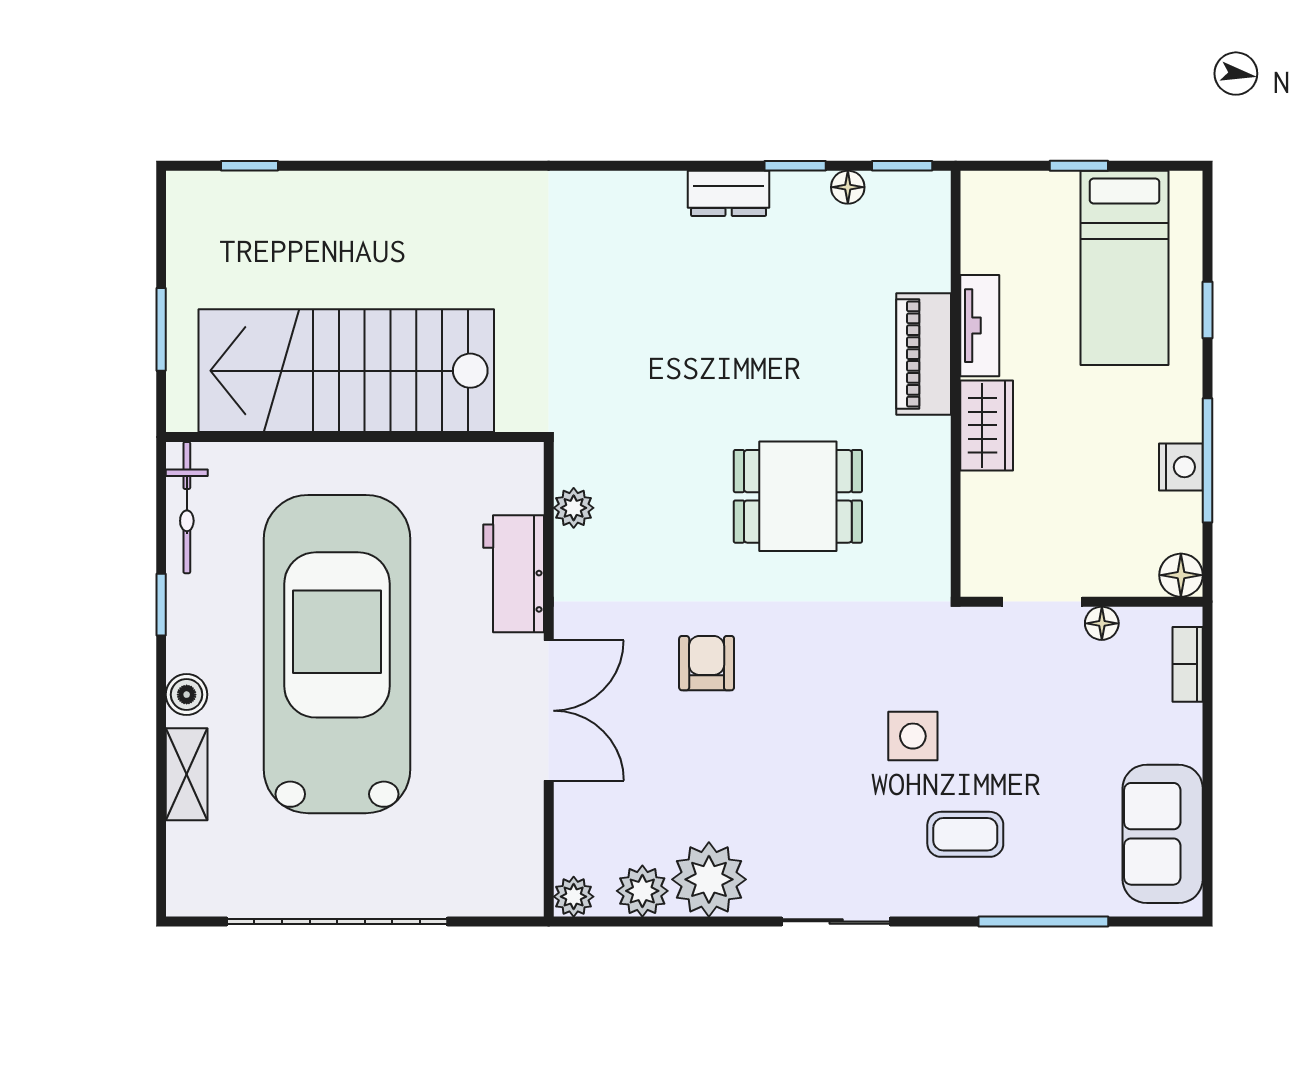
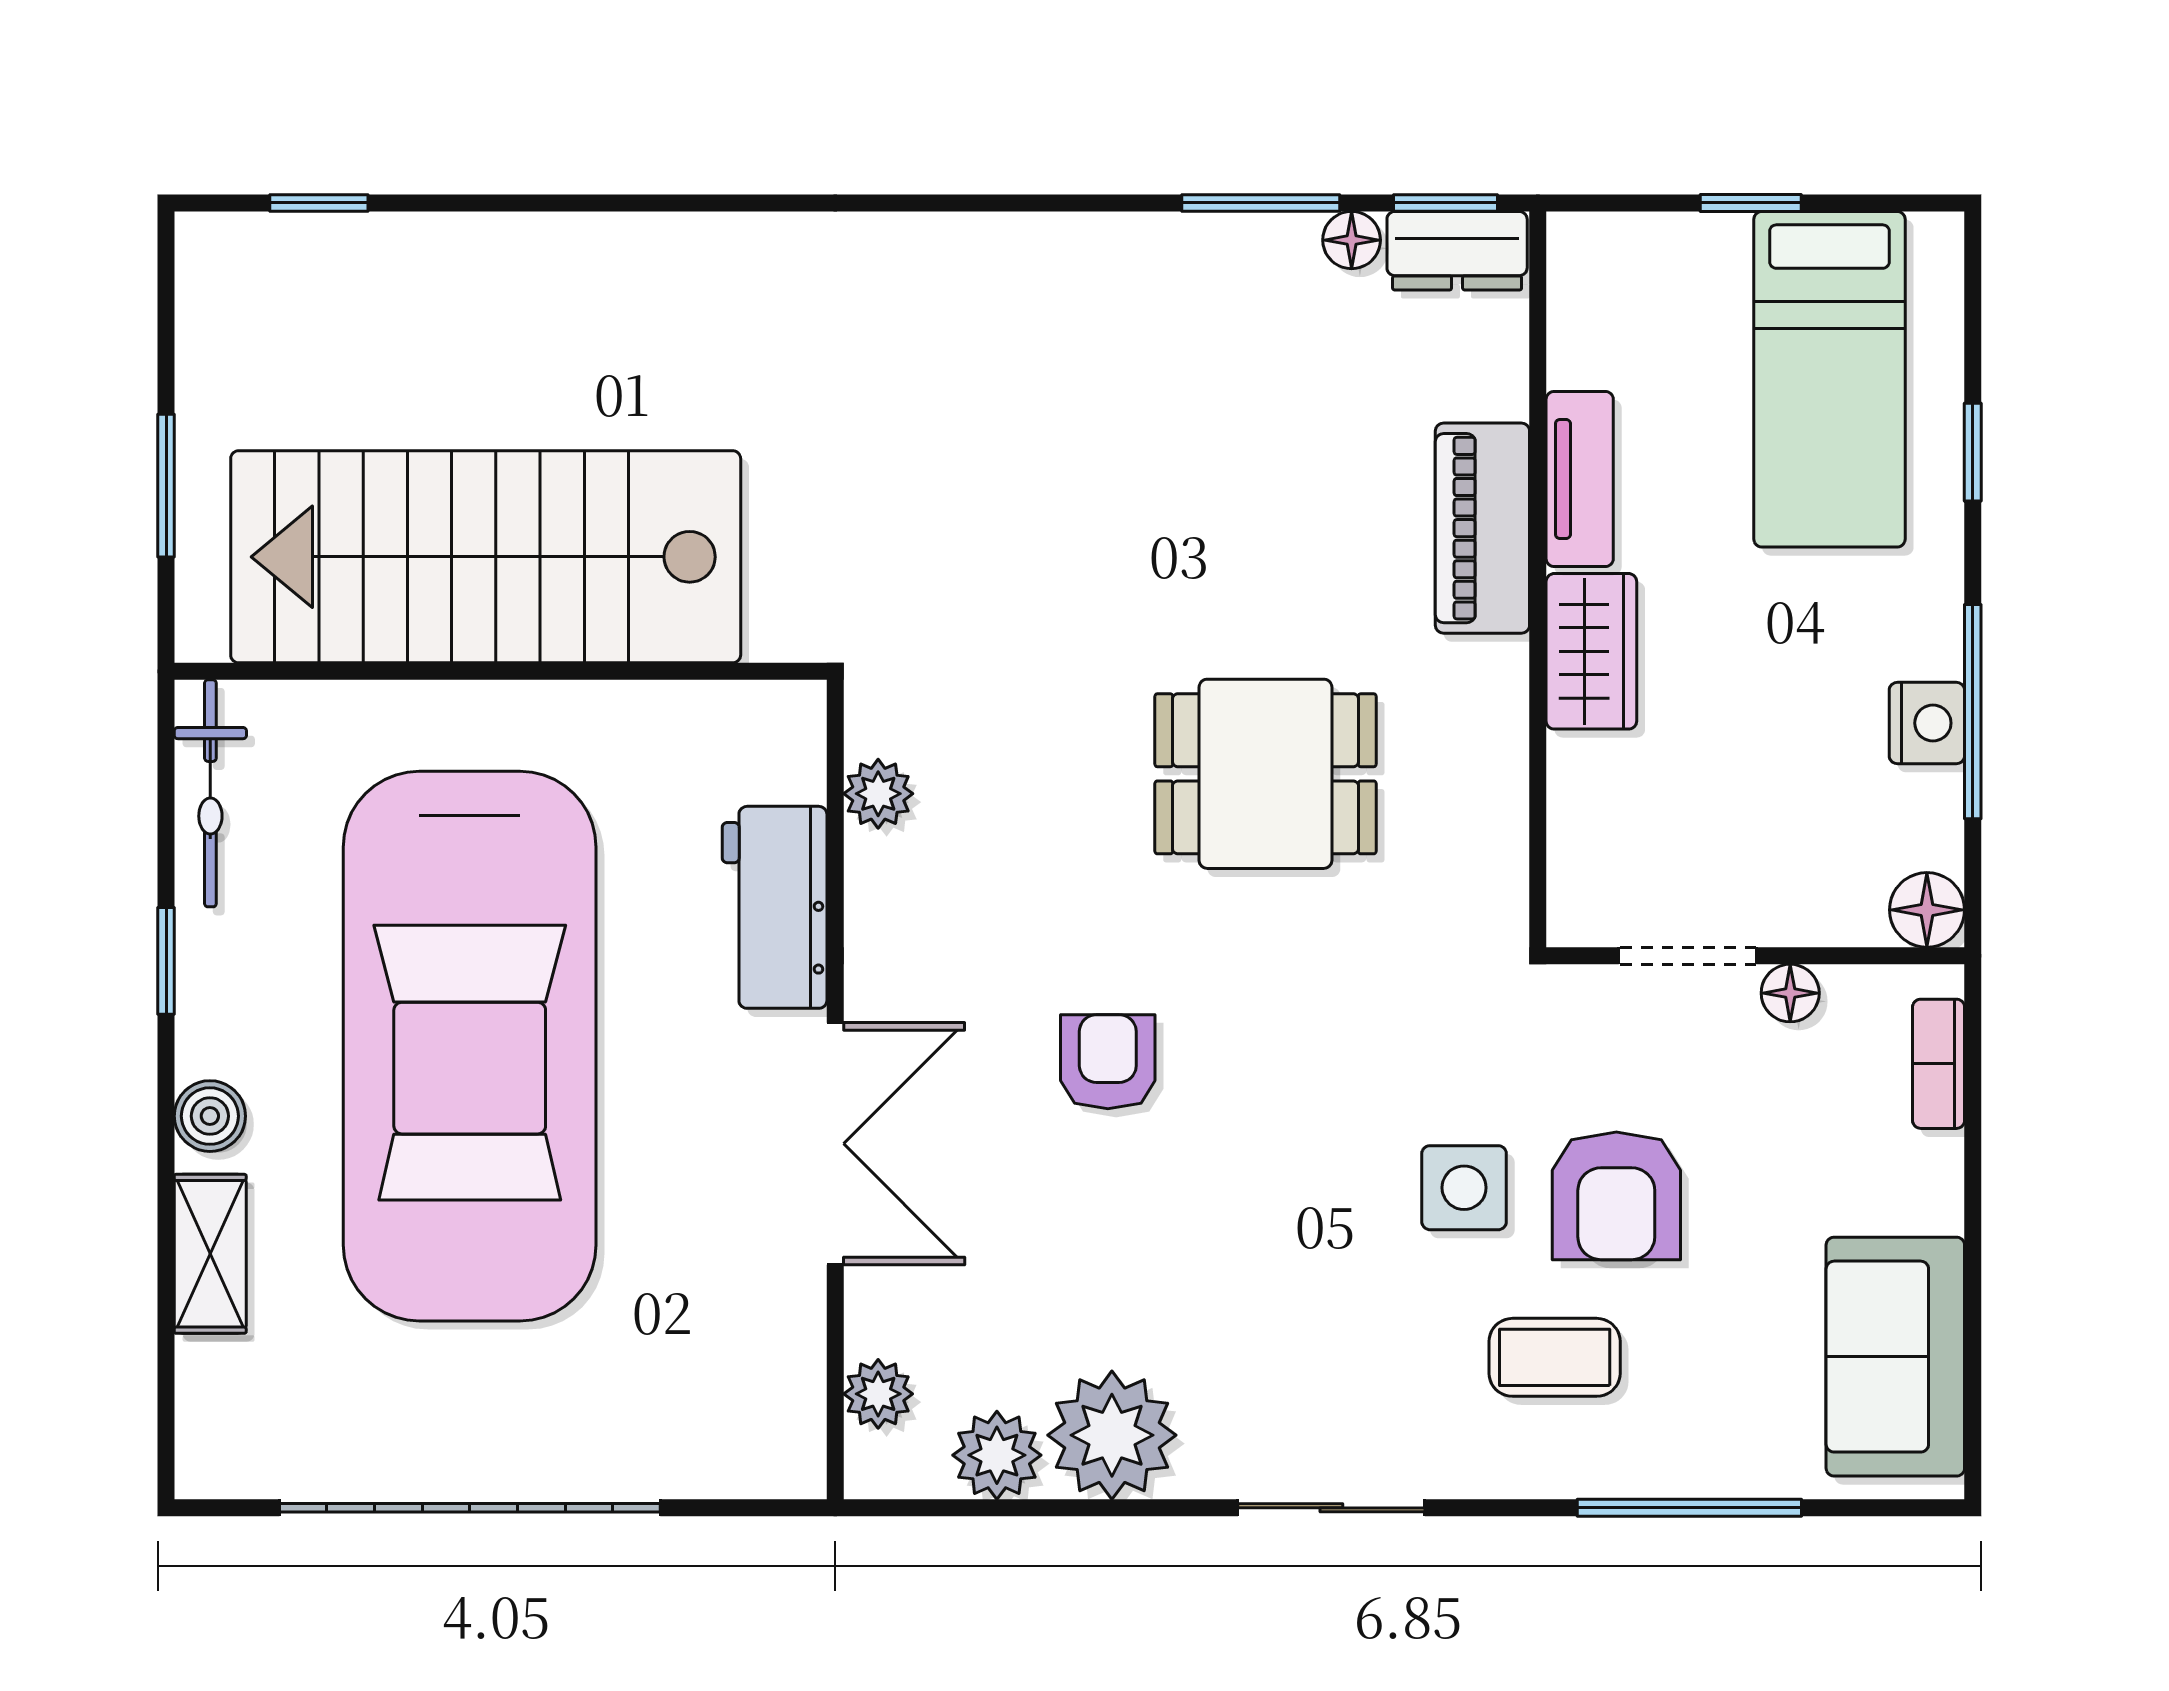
window: (795, 166) -> (1261, 203), width x1.50
dresser: (729, 193) -> (1457, 251), moved
car: (337, 654) -> (470, 1046), turned 180
armchair: (1001, 741) -> (1616, 1196), added
plant: (574, 897) -> (878, 1394), moved

